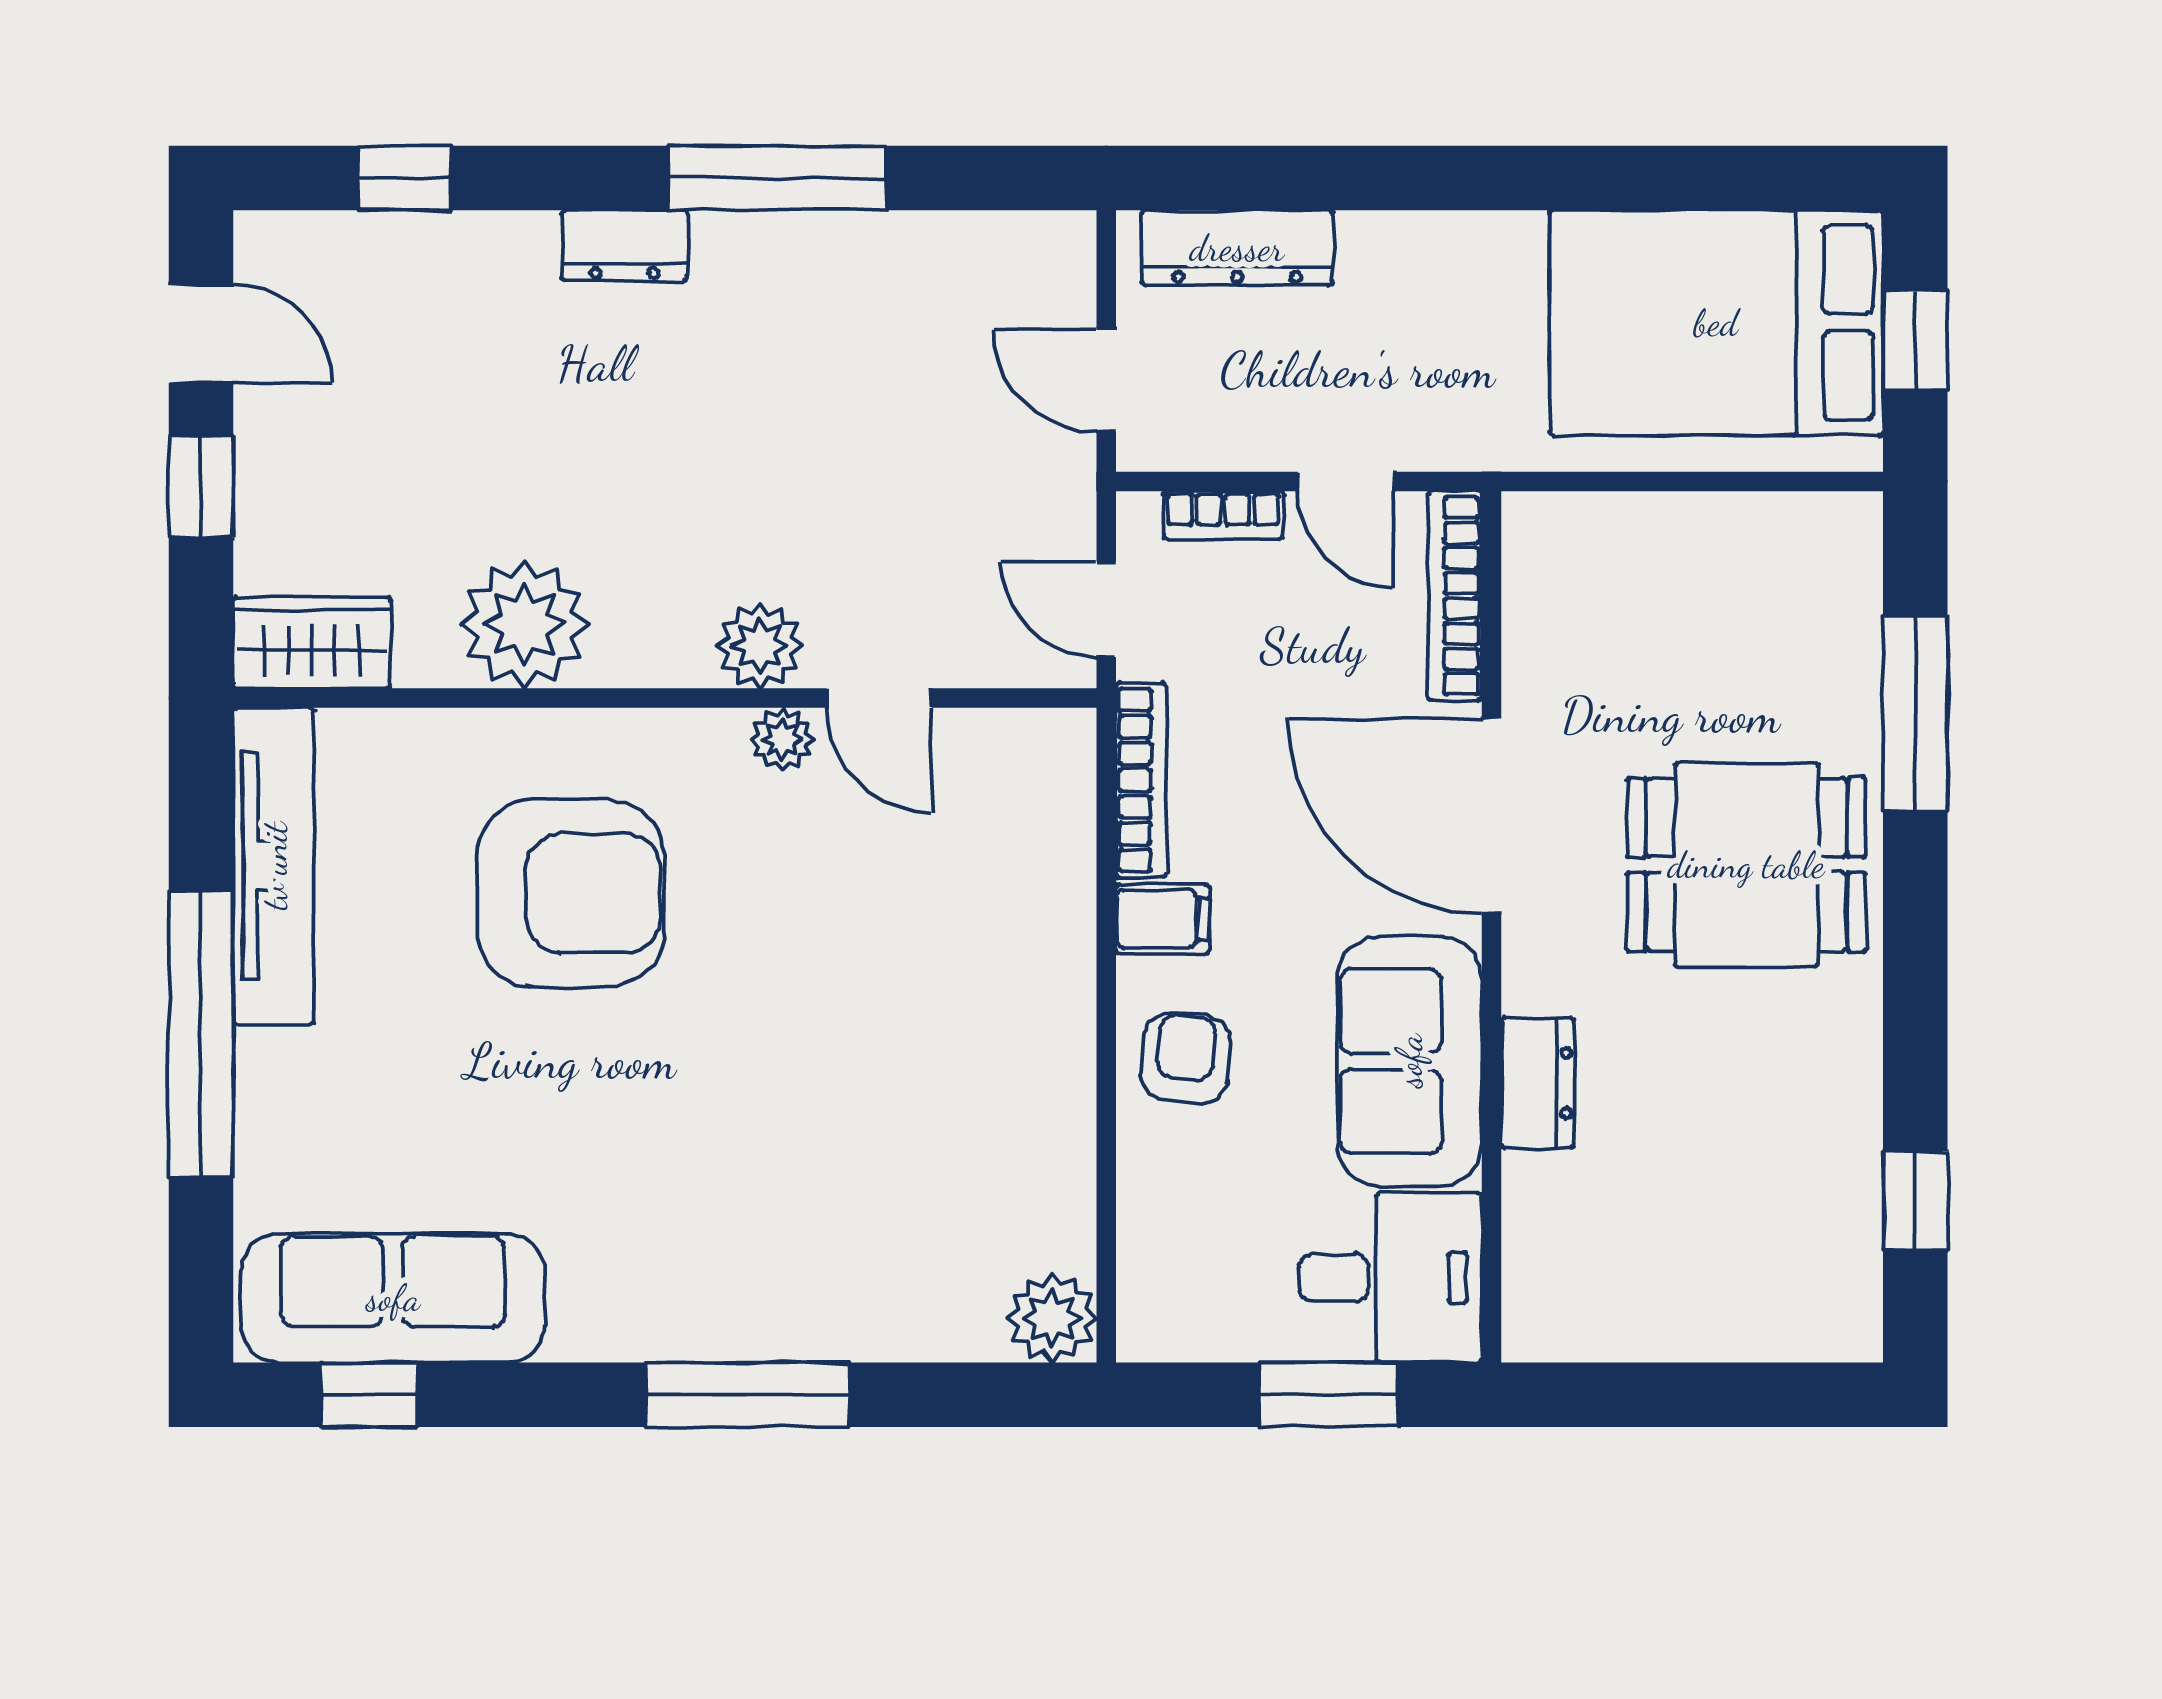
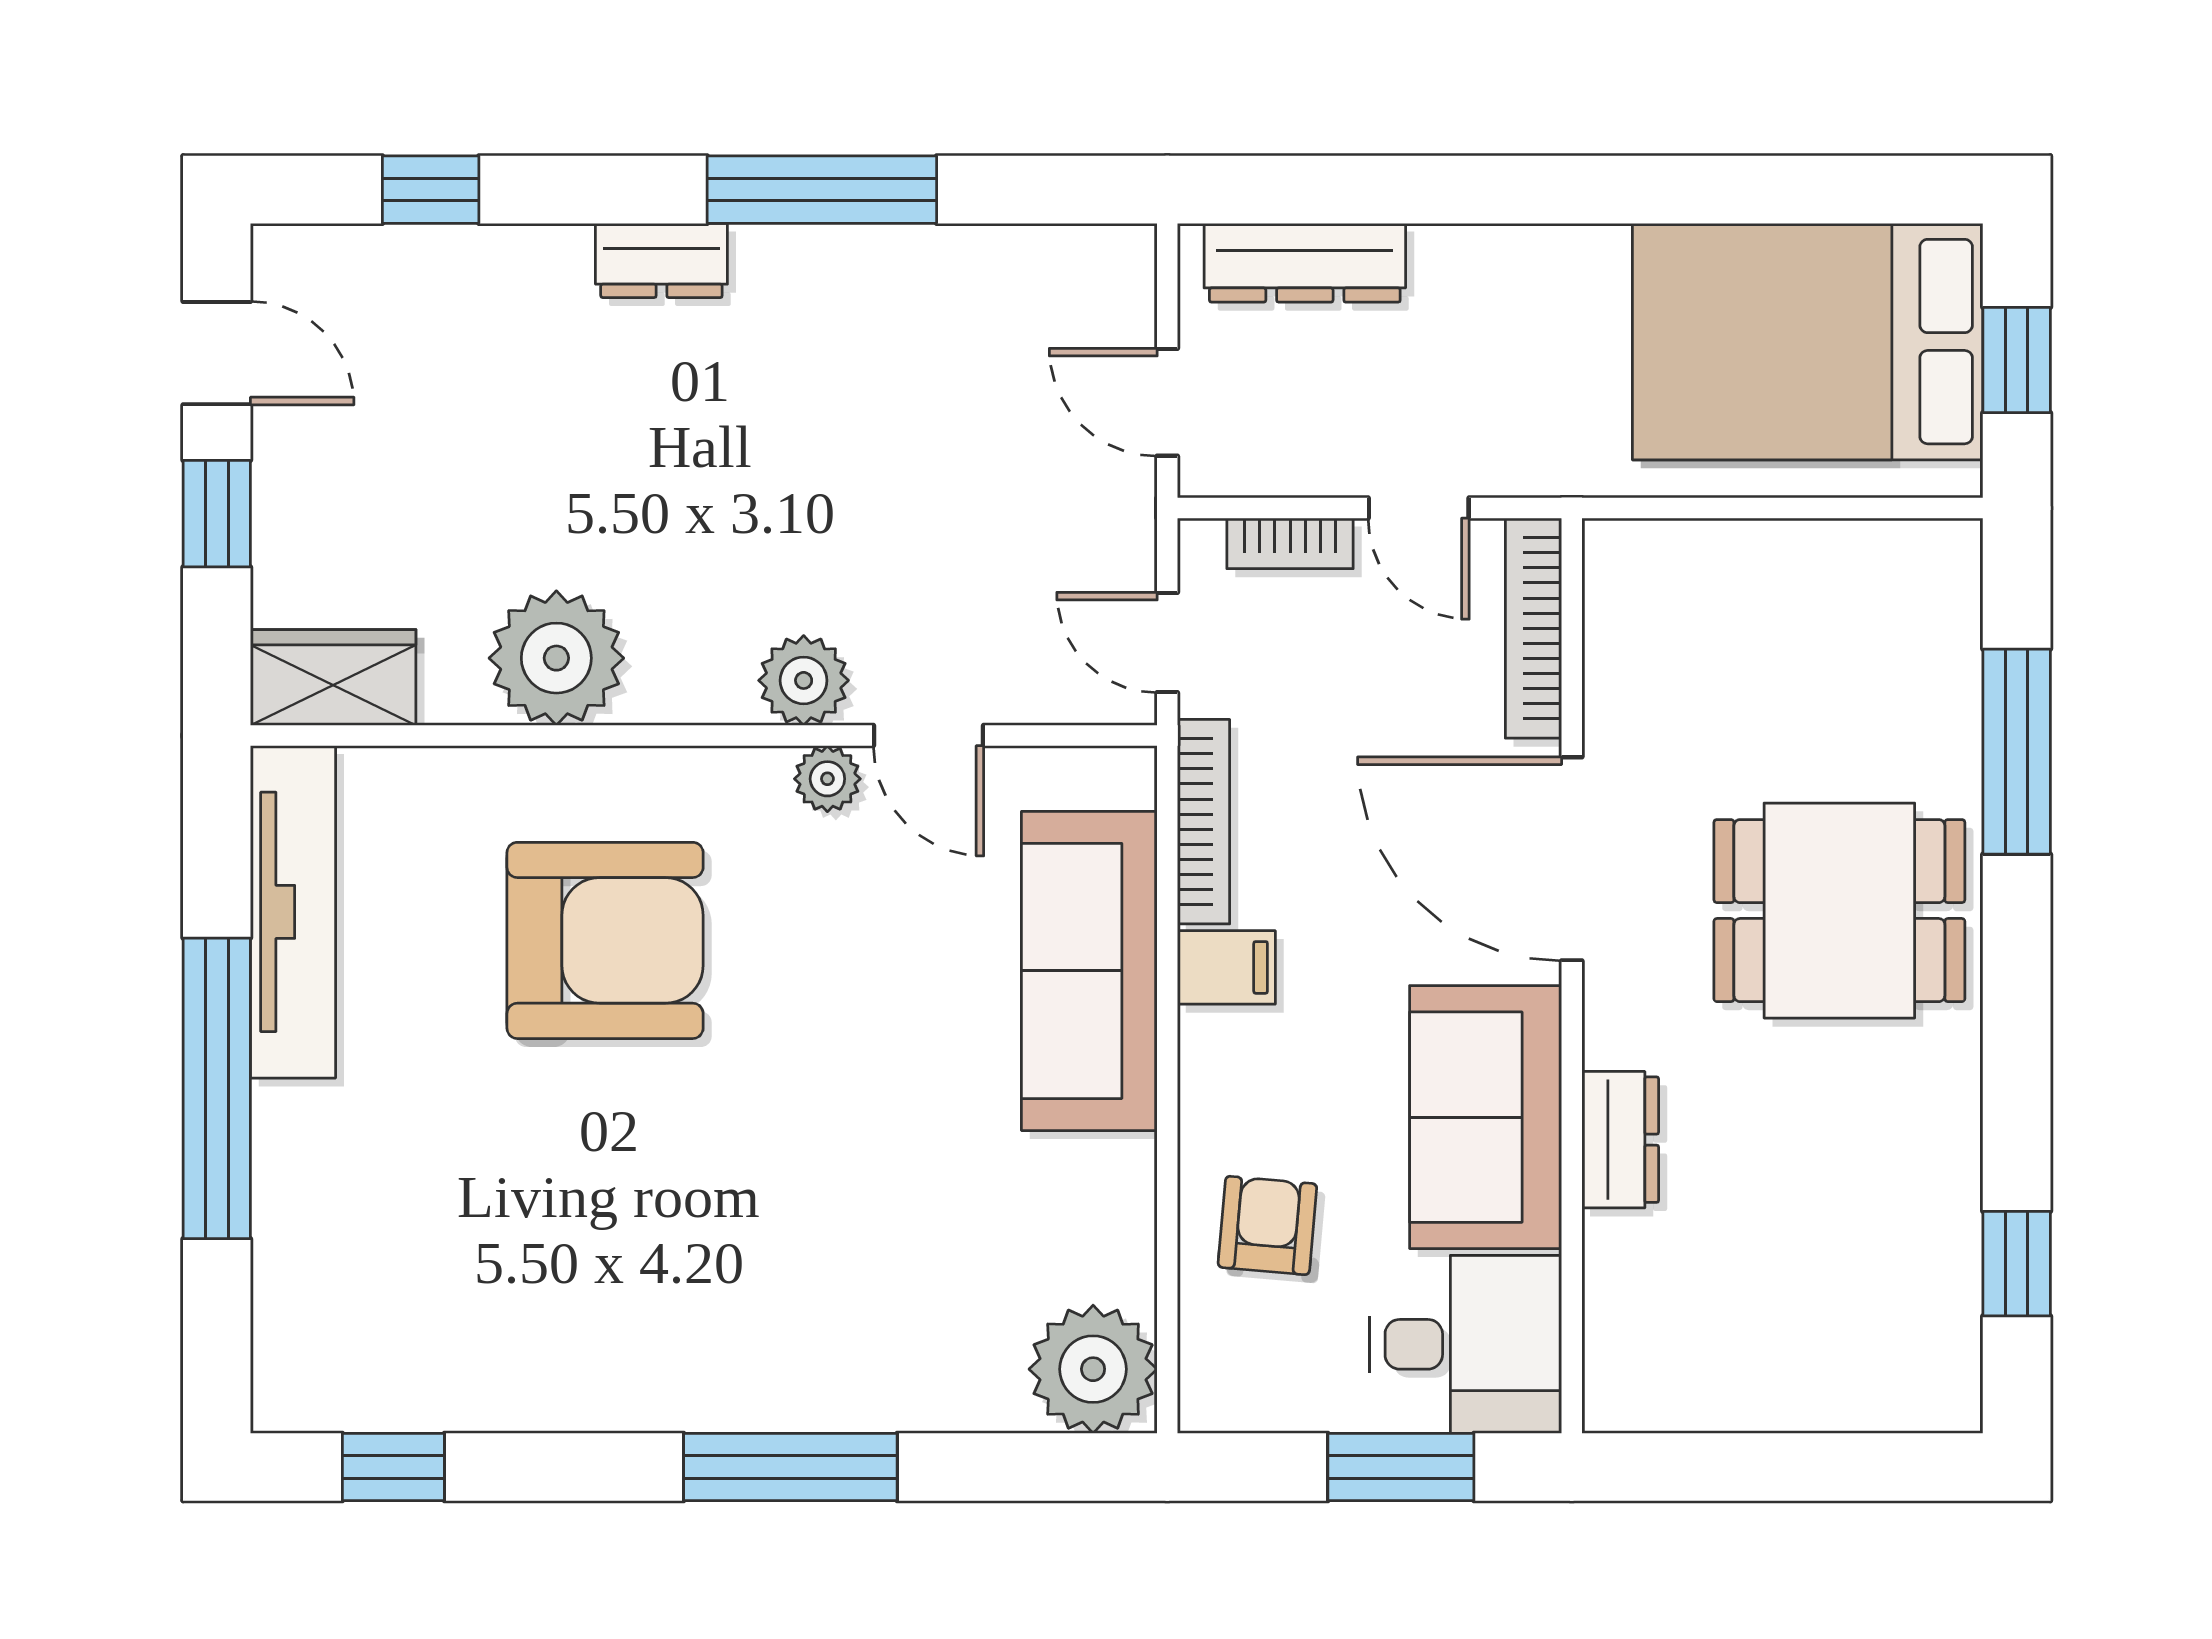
armchair: (1186, 1058) -> (1267, 1225), moved
sofa: (393, 1298) -> (1089, 971), moved, turned -90
plant: (1052, 1318) -> (1093, 1369), width x1.36, depth x1.36

